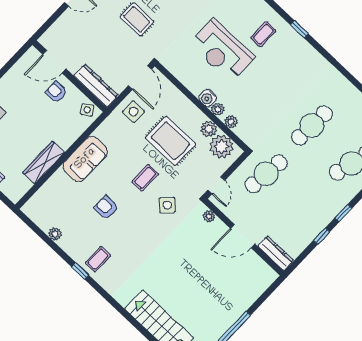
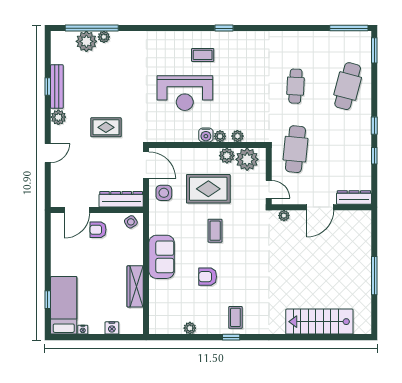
coffee table: (263, 34) -> (203, 55), turned 90
cafe table: (312, 126) -> (295, 86), width x0.73, depth x0.74
side table: (167, 205) -> (248, 235), removed

